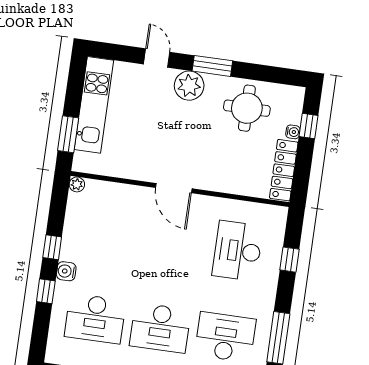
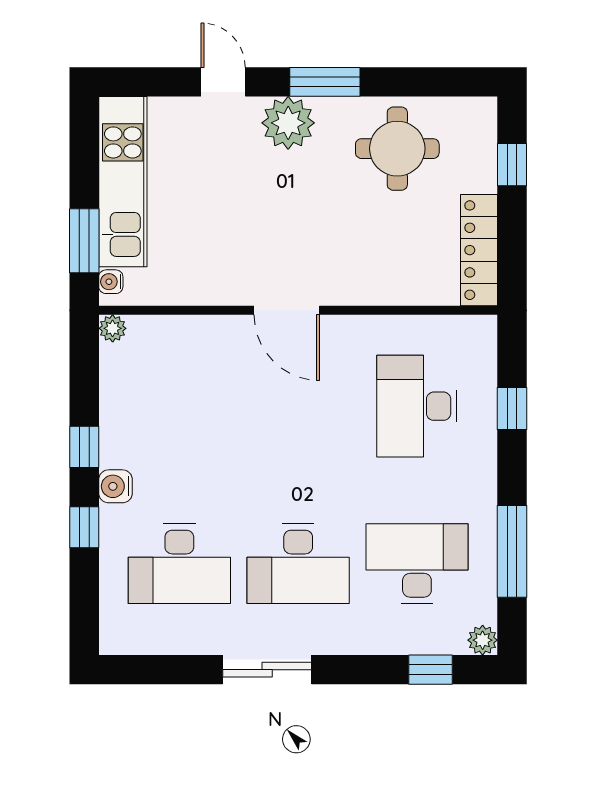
water cooler: (293, 132) -> (111, 282), moved, turned 180

